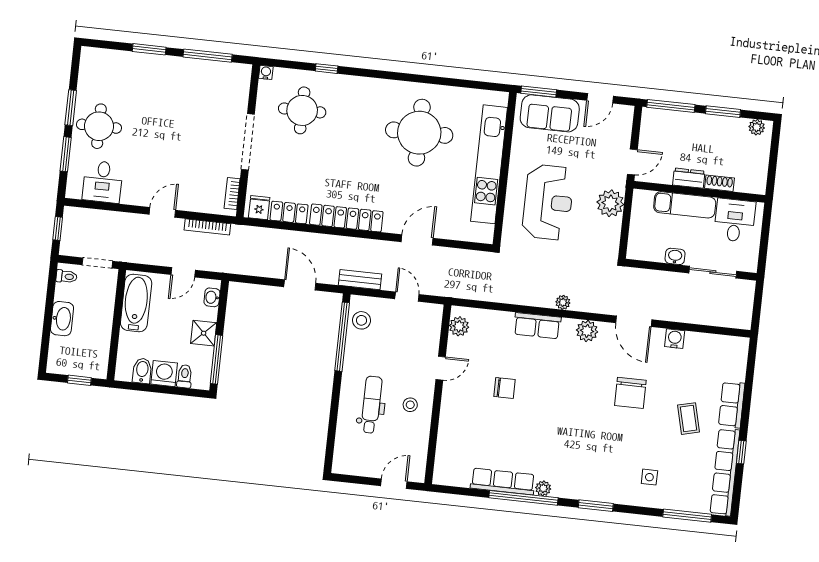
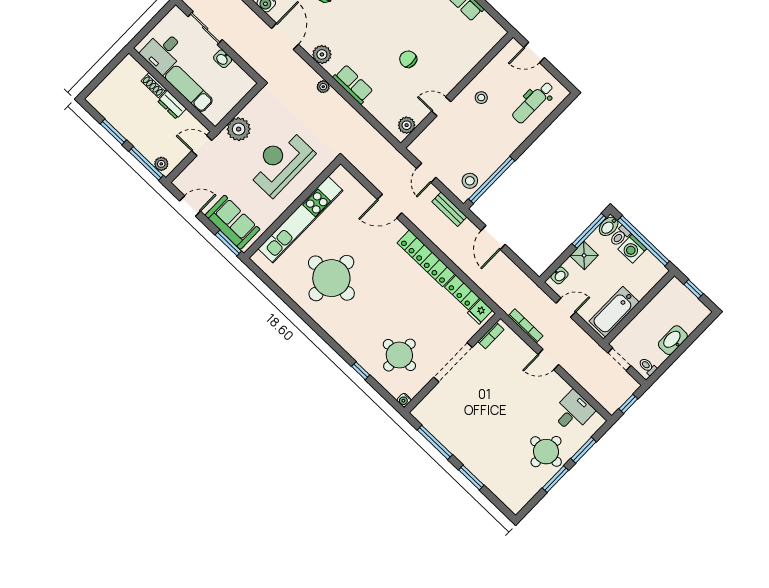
plant: (757, 127) -> (161, 164), moved
bidet: (142, 371) -> (609, 226), moved
window: (160, 389) -> (644, 241), added
dental chair: (371, 405) -> (533, 102), moved

